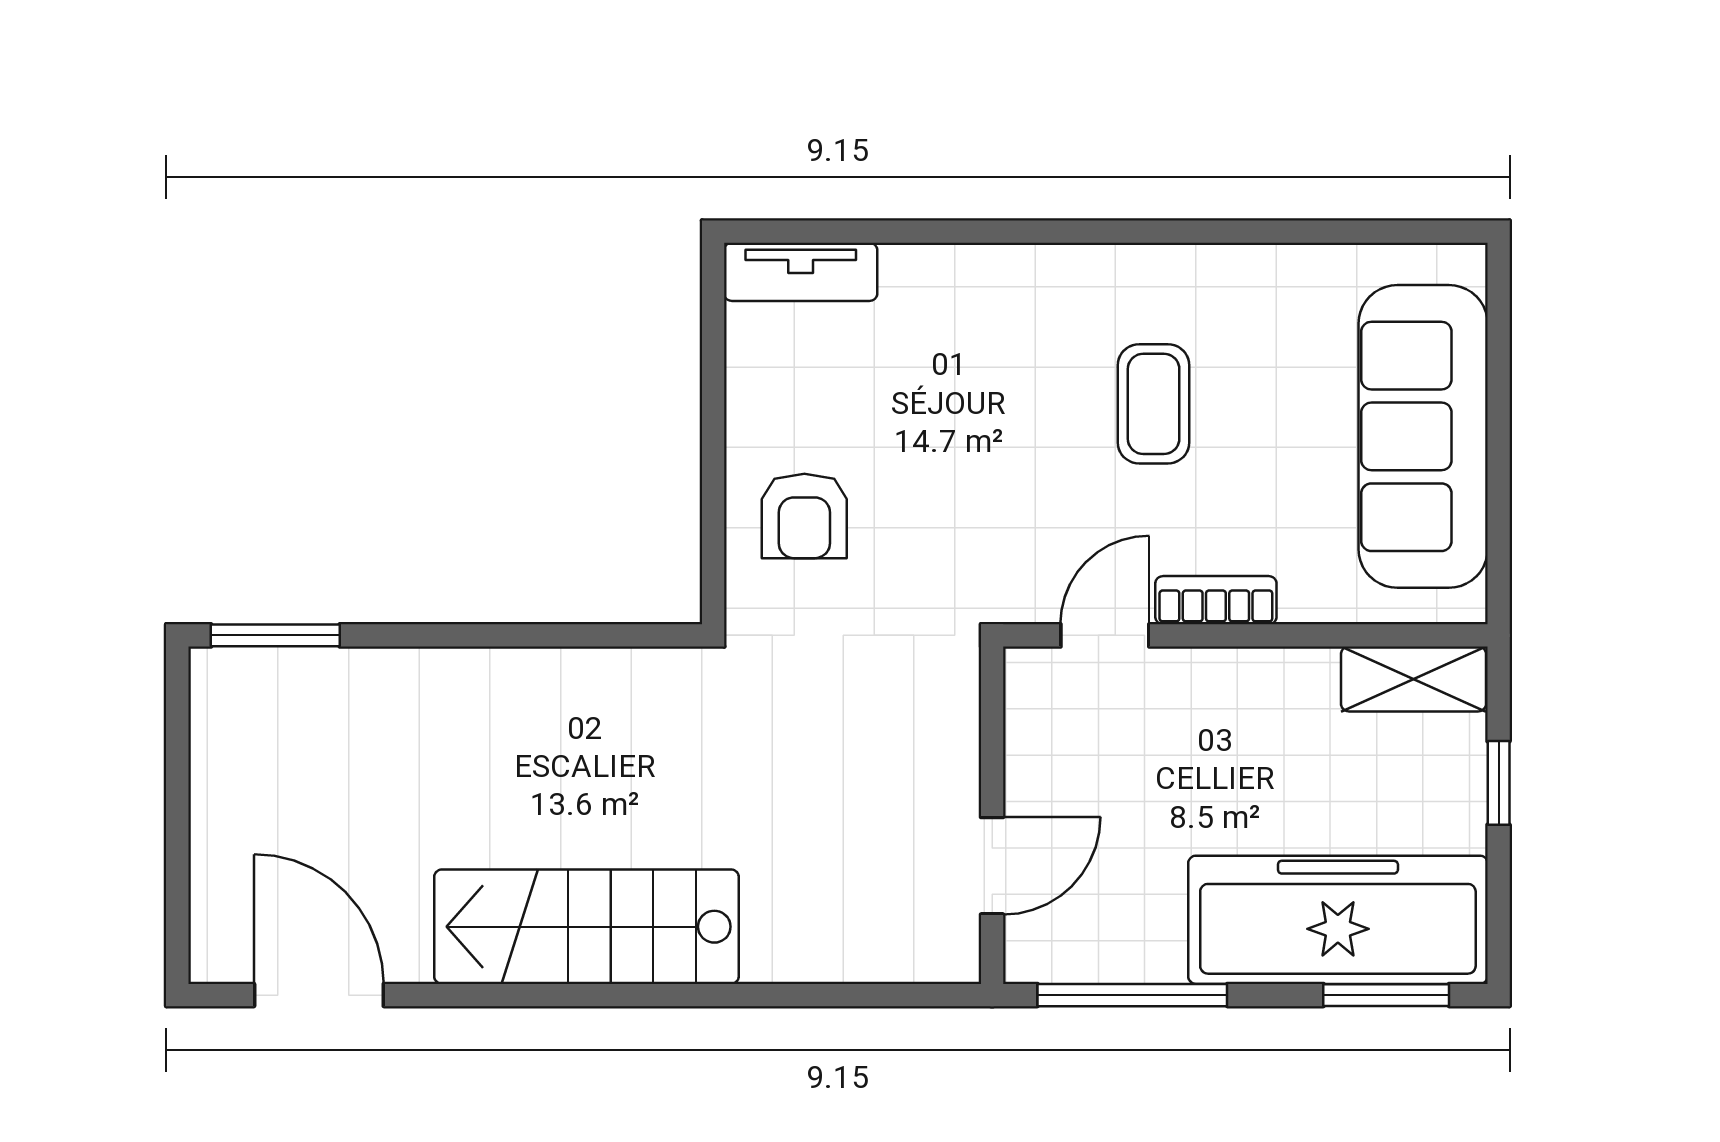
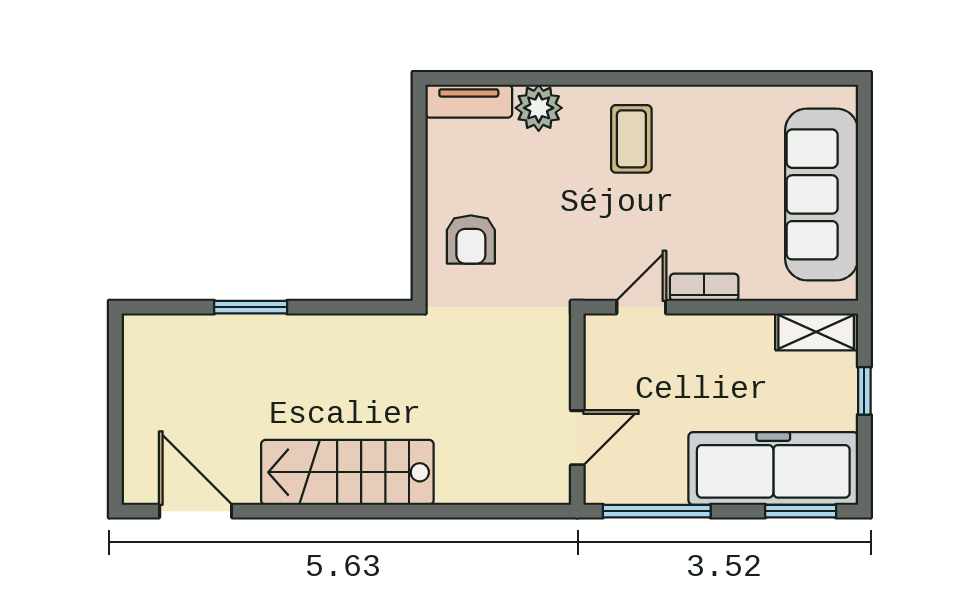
plant: (924, 284) -> (539, 108), added
coffee table: (1154, 404) -> (631, 139), moved
window: (275, 635) -> (251, 307), moved

